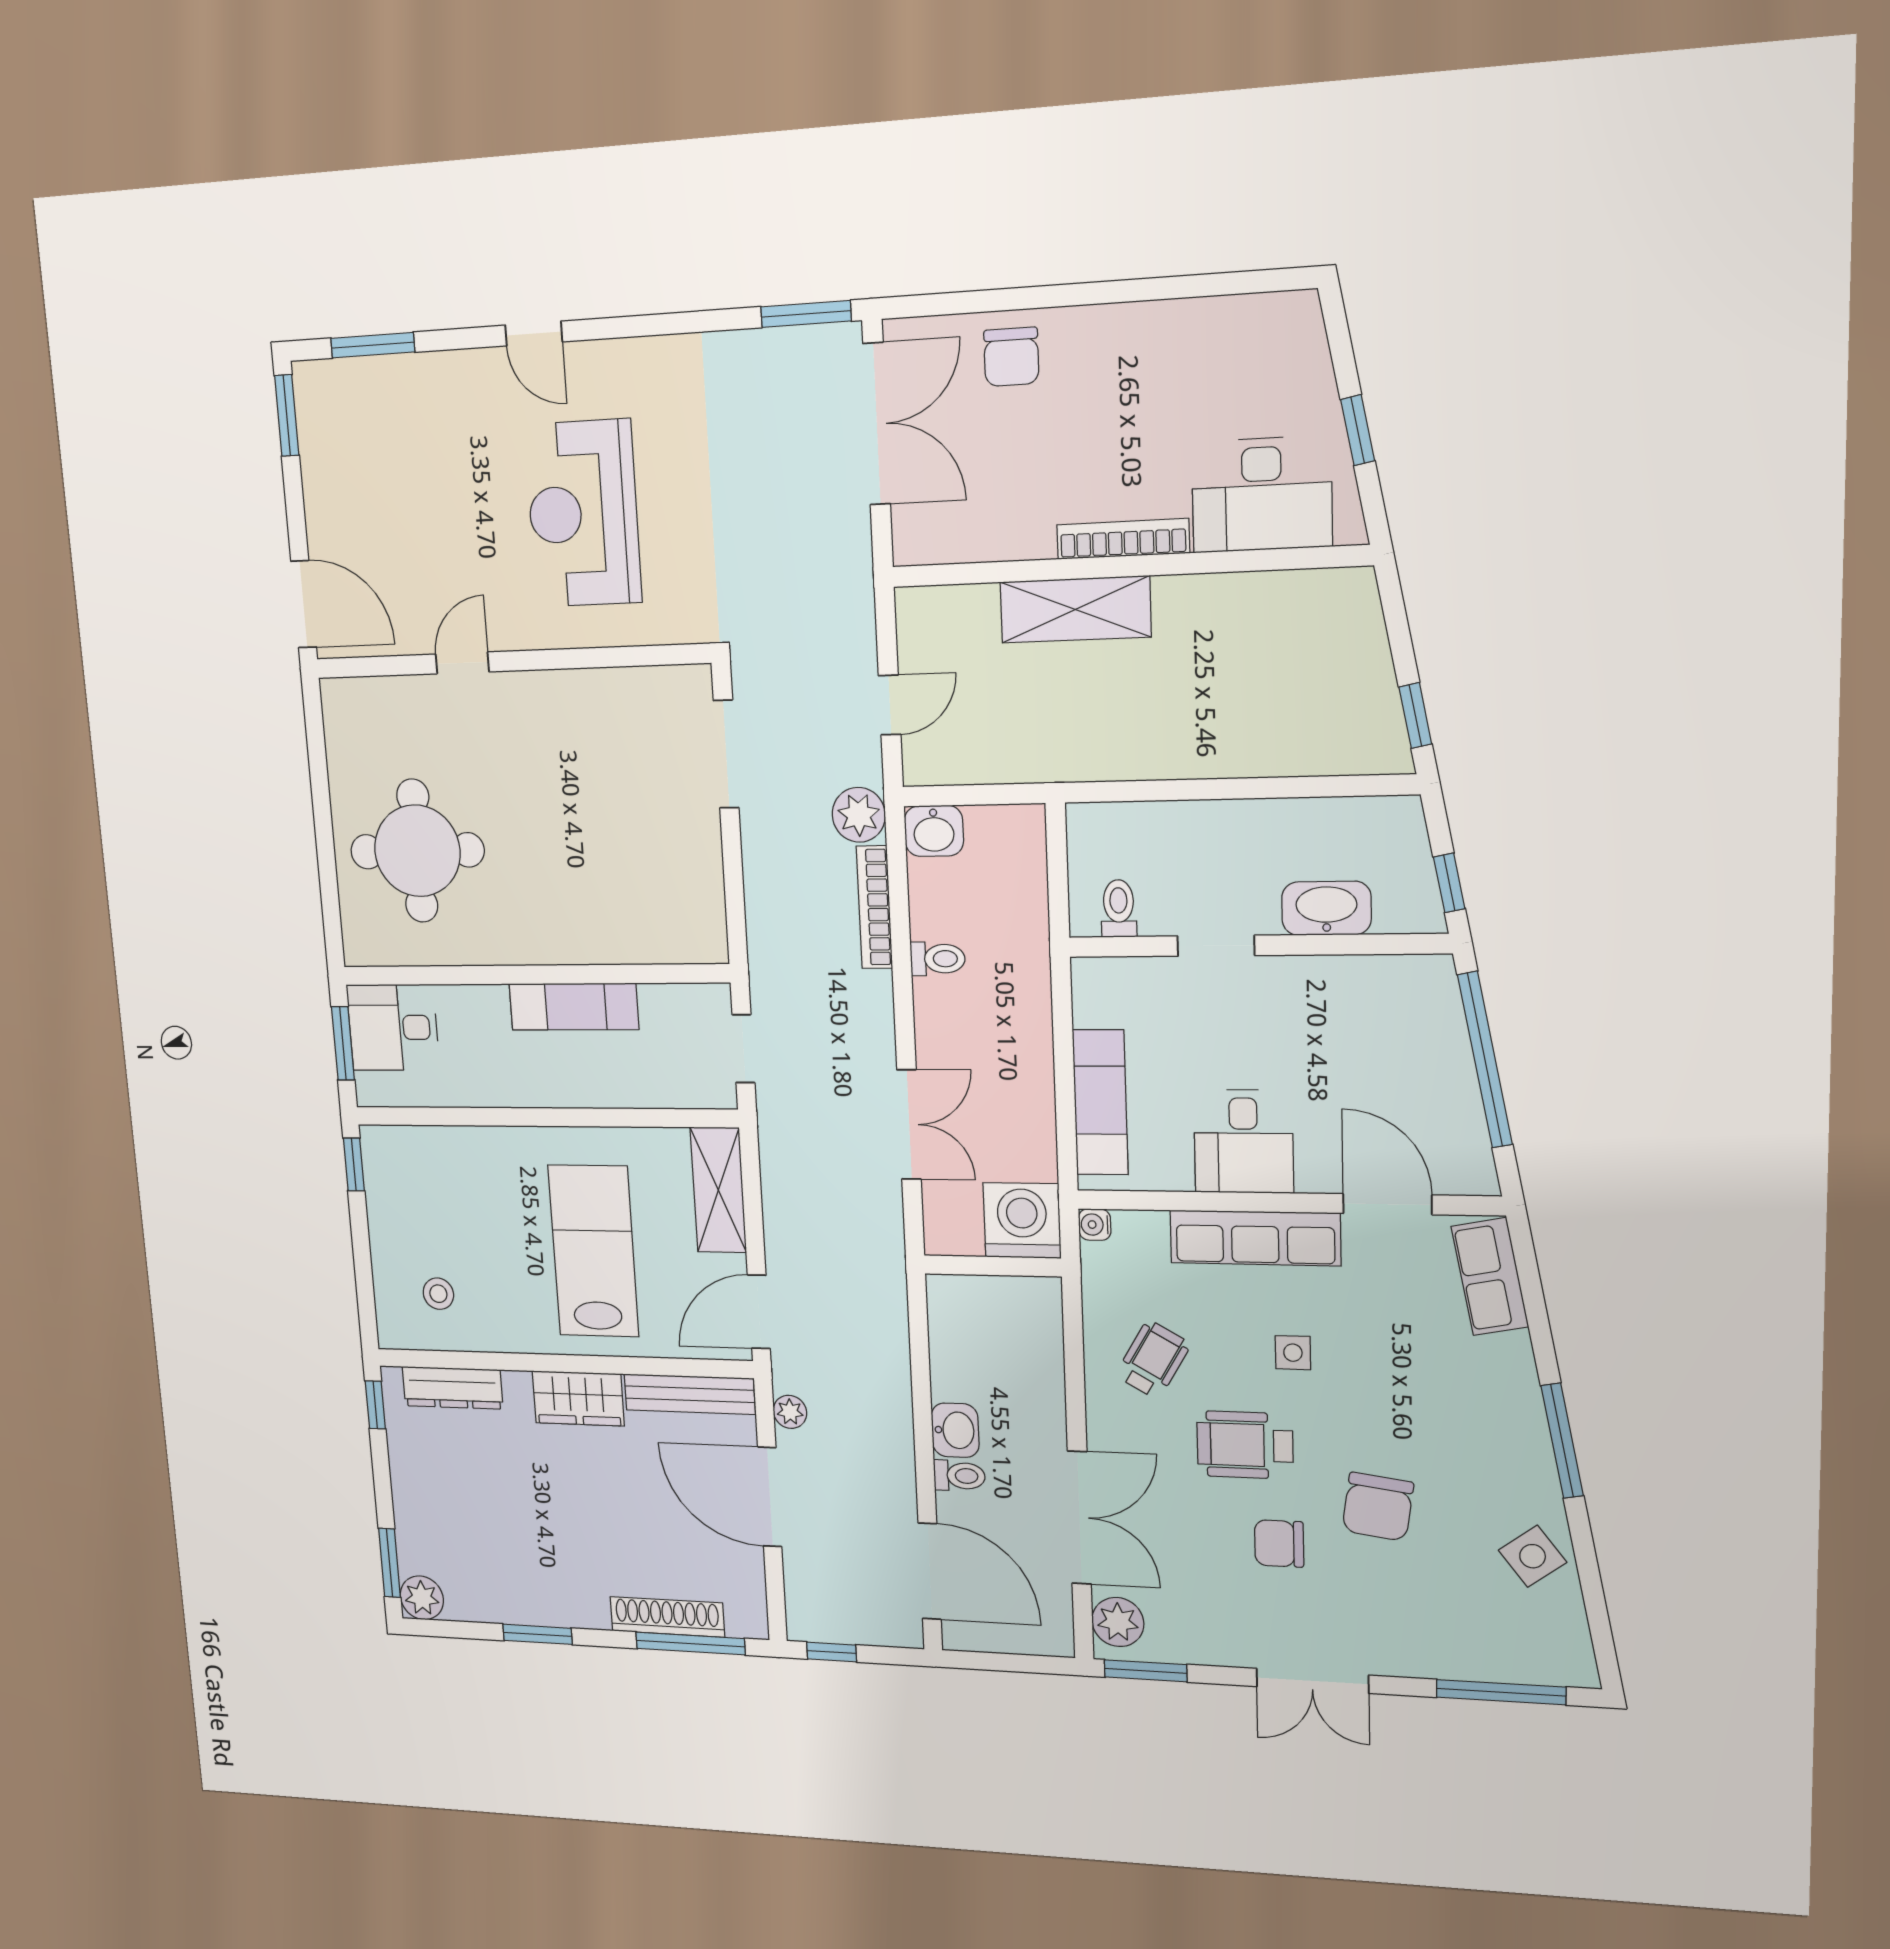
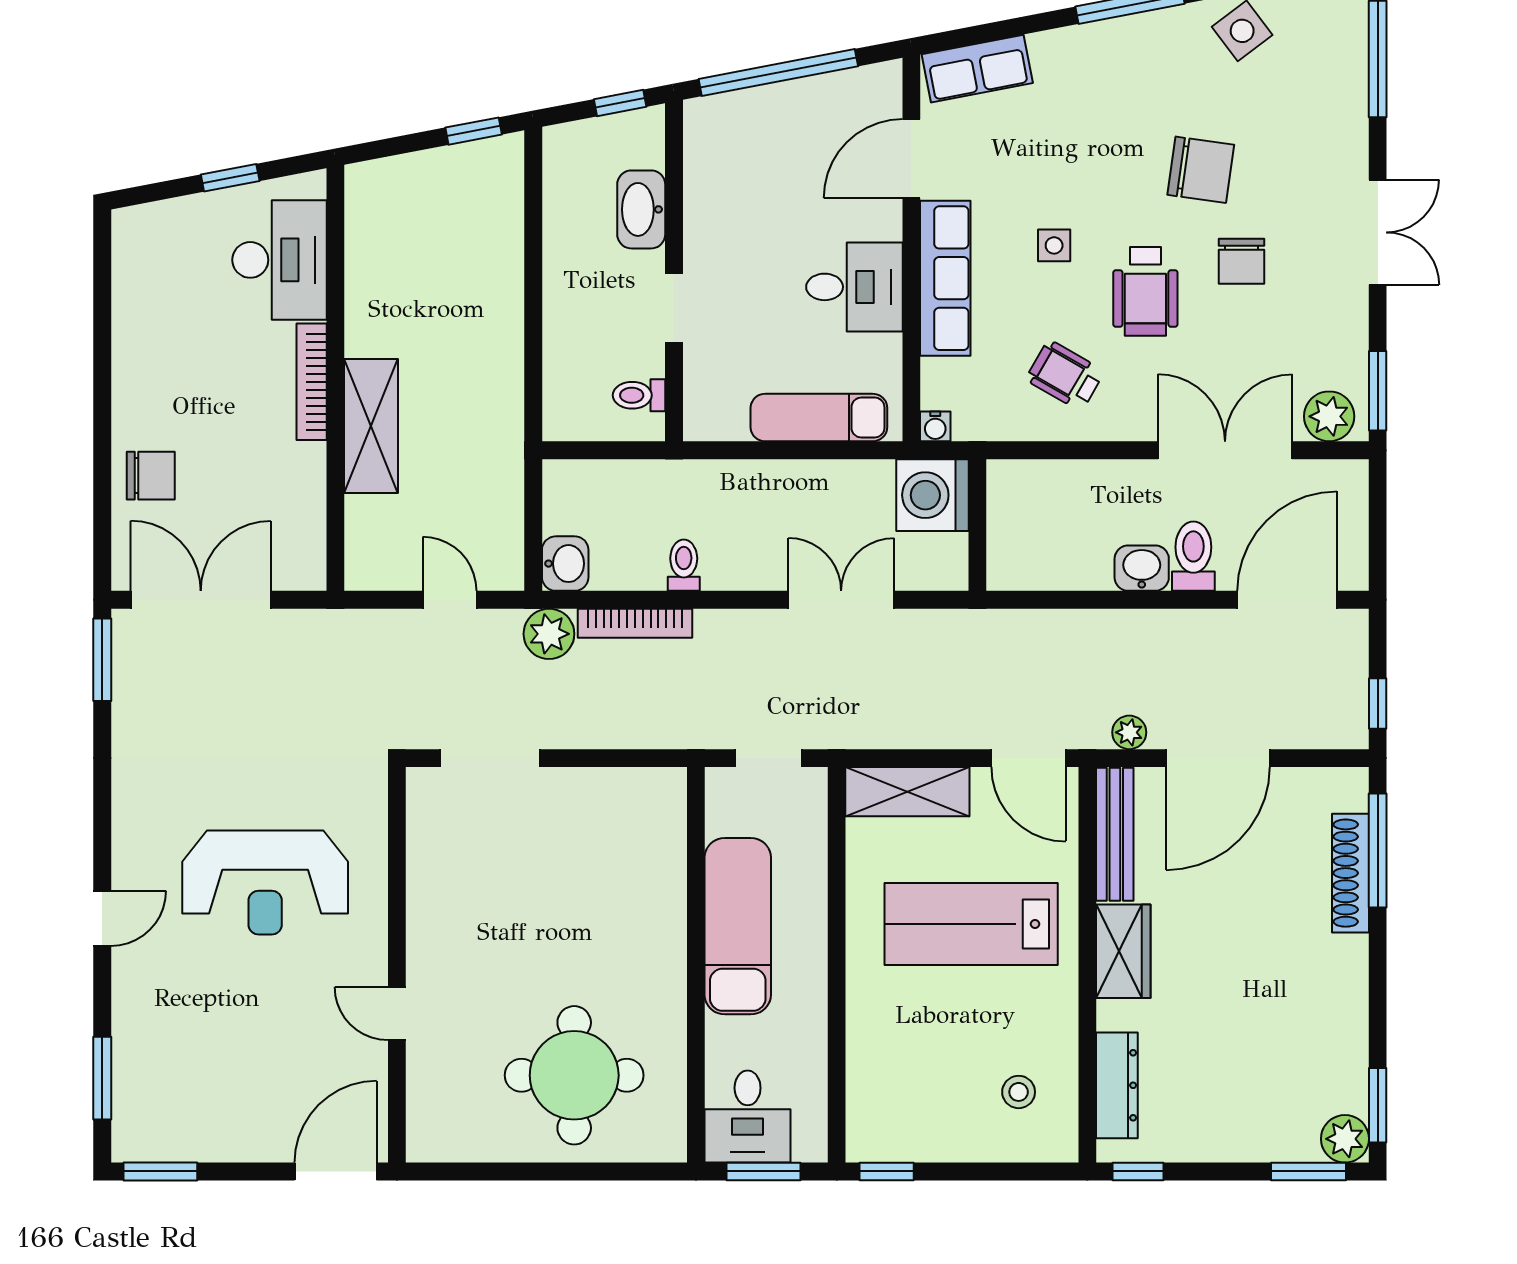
exam couch: (574, 1007) -> (738, 926), width x1.36, depth x1.45
toilet: (959, 1476) -> (1193, 556), width x1.37, depth x1.39
window: (537, 1634) -> (1378, 1105), moved

